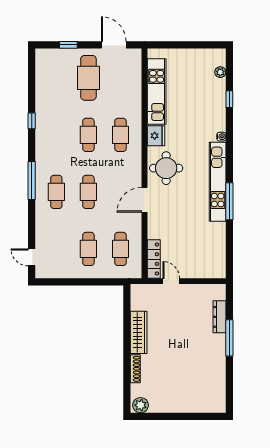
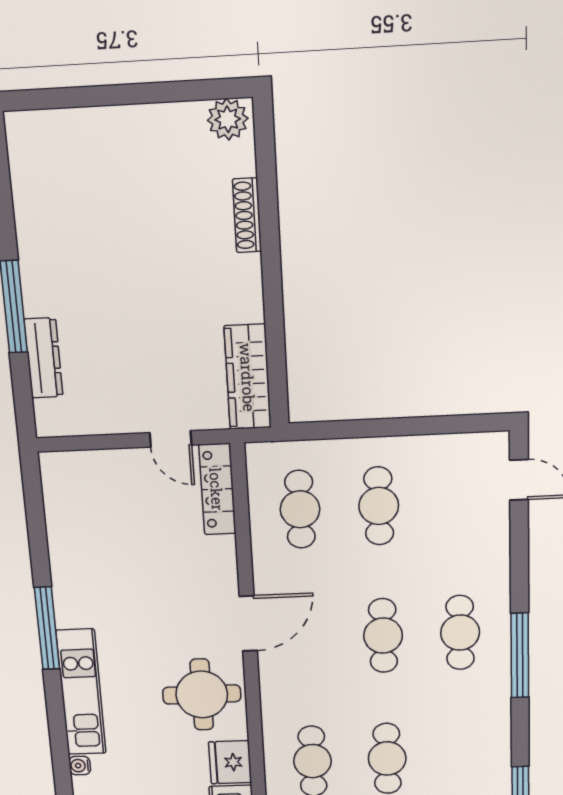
kitchen unit: (218, 182) -> (81, 692), width x0.73
wardrobe: (139, 332) -> (248, 377), moved

